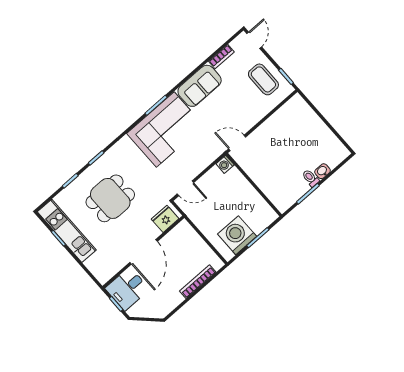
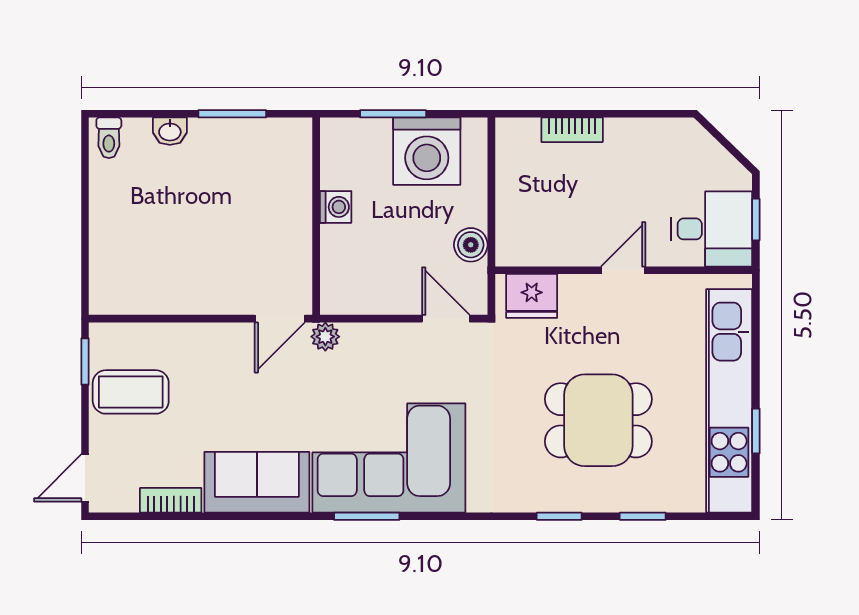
coffee table: (263, 79) -> (131, 392), turned 90
door: (237, 143) -> (280, 319), hinge flipped
plant: (218, 150) -> (325, 337), added
washing machine: (225, 164) -> (336, 207), moved
toilet: (311, 178) -> (109, 138), moved
boiler: (198, 218) -> (471, 245), added
kitchen unit: (67, 231) -> (729, 401), width x1.36
door: (144, 252) -> (623, 270), width x0.53
bookcase: (198, 282) -> (572, 130), width x0.64

